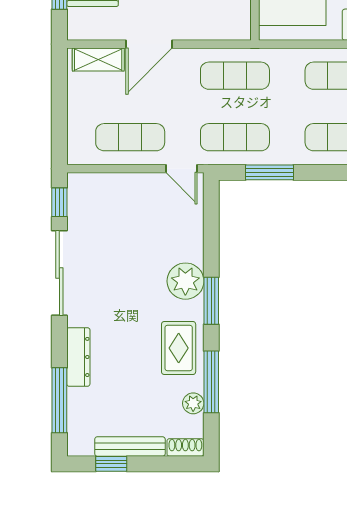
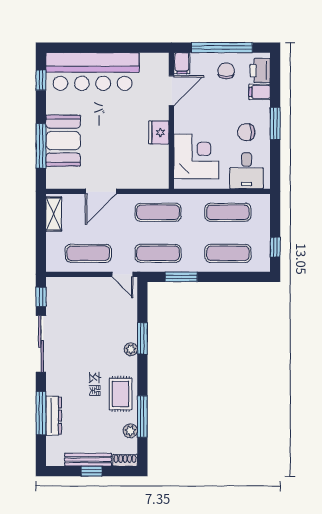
shelving: (98, 60) -> (54, 214), moved, turned 90
plant: (185, 281) -> (131, 349), width x0.53, depth x0.53
window: (211, 301) -> (142, 338), moved
dresser: (78, 357) -> (54, 416), moved
window: (59, 400) -> (41, 413), moved
window: (111, 464) -> (92, 471), moved

